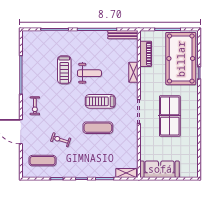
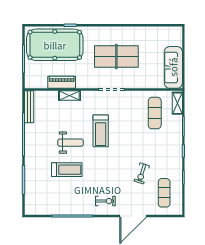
piano: (146, 54) -> (62, 82), moved
weight bench: (89, 73) -> (70, 143), turned 90
exercise mat: (98, 128) -> (155, 113), moved

